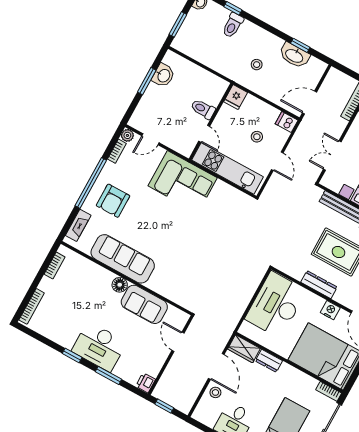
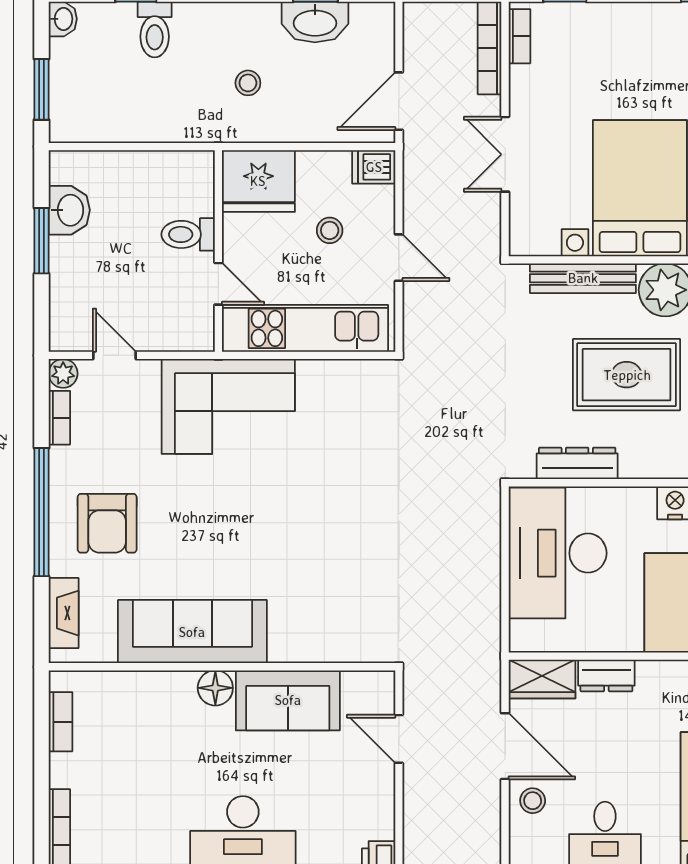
fridge: (236, 97) -> (258, 181), width x1.88, depth x1.34
door: (150, 139) -> (114, 355), swing flipped
double door: (332, 156) -> (505, 154), moved
dresser: (319, 285) -> (577, 463), moved

